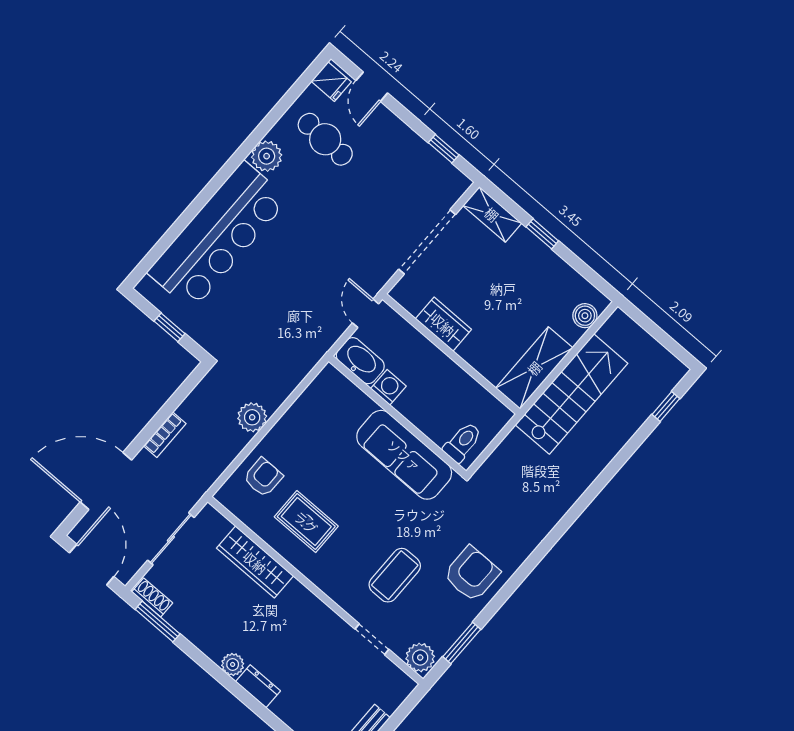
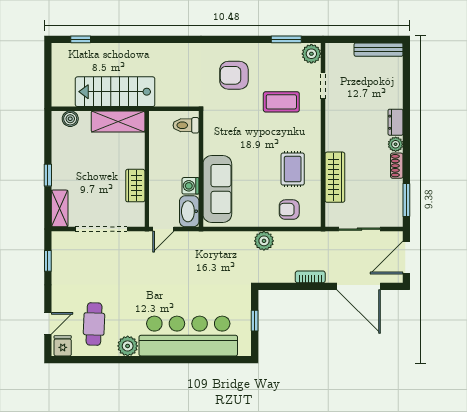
sofa: (404, 455) -> (217, 189), moved
armchair: (472, 574) -> (234, 75), moved
shoe rack: (152, 597) -> (397, 166), moved

